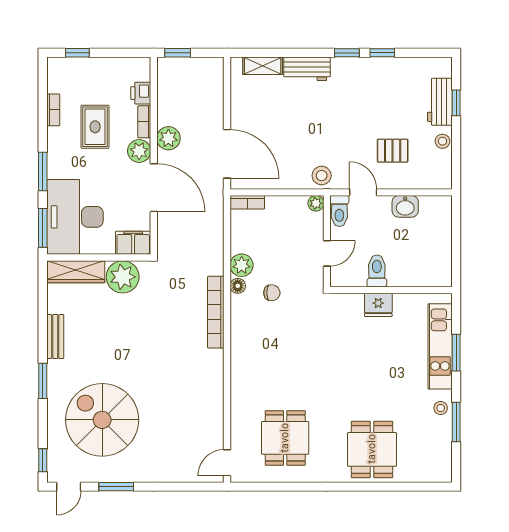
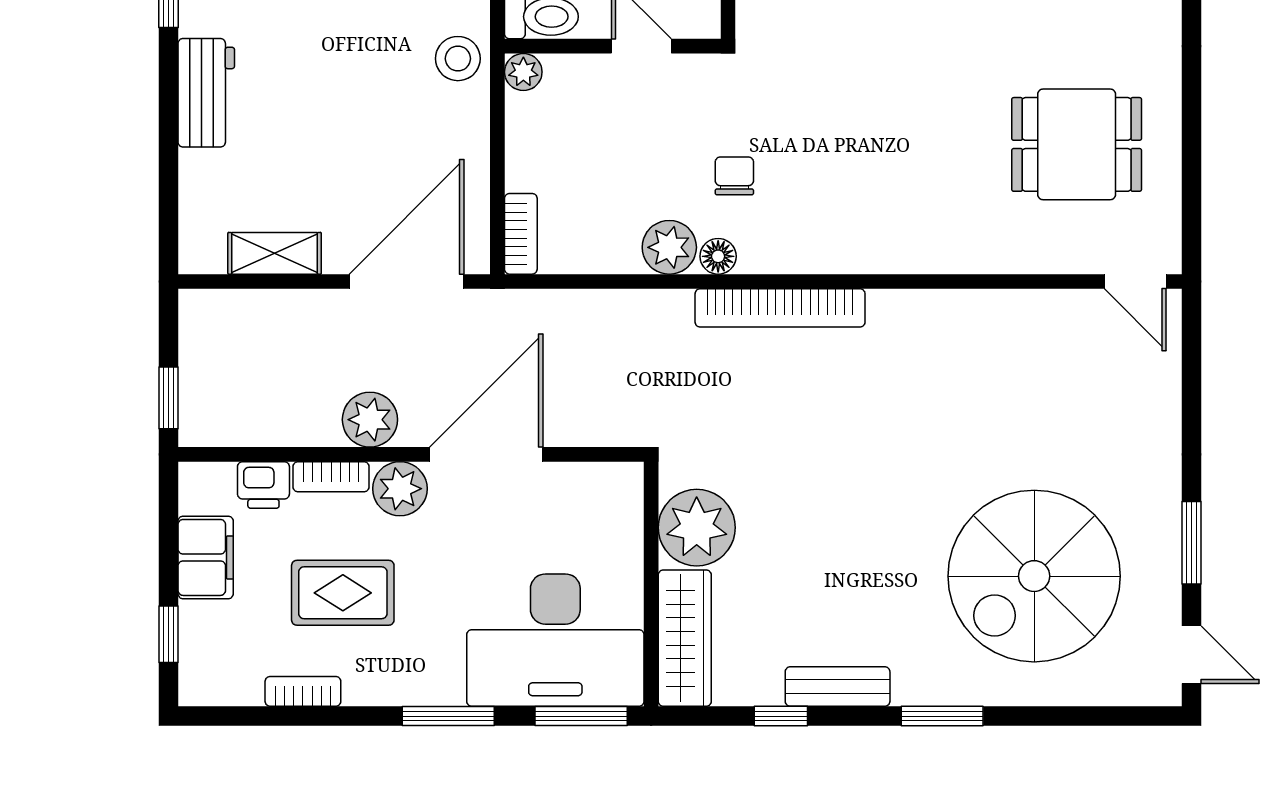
shelving: (263, 66) -> (275, 253), moved, turned 90
filing cabinet: (133, 243) -> (206, 557), moved, turned 180
window: (43, 460) -> (781, 716), moved

